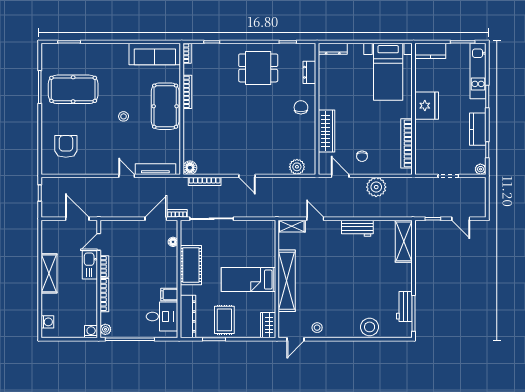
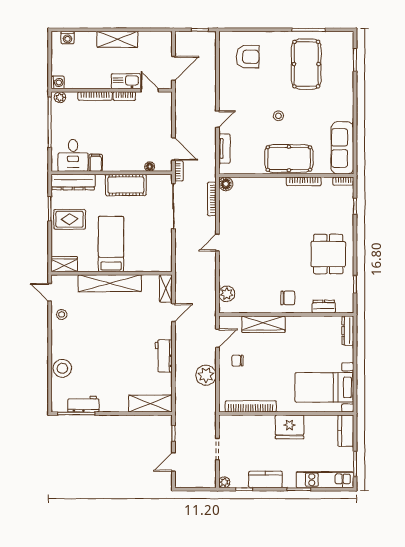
tv unit: (155, 169) -> (224, 149), width x0.71

